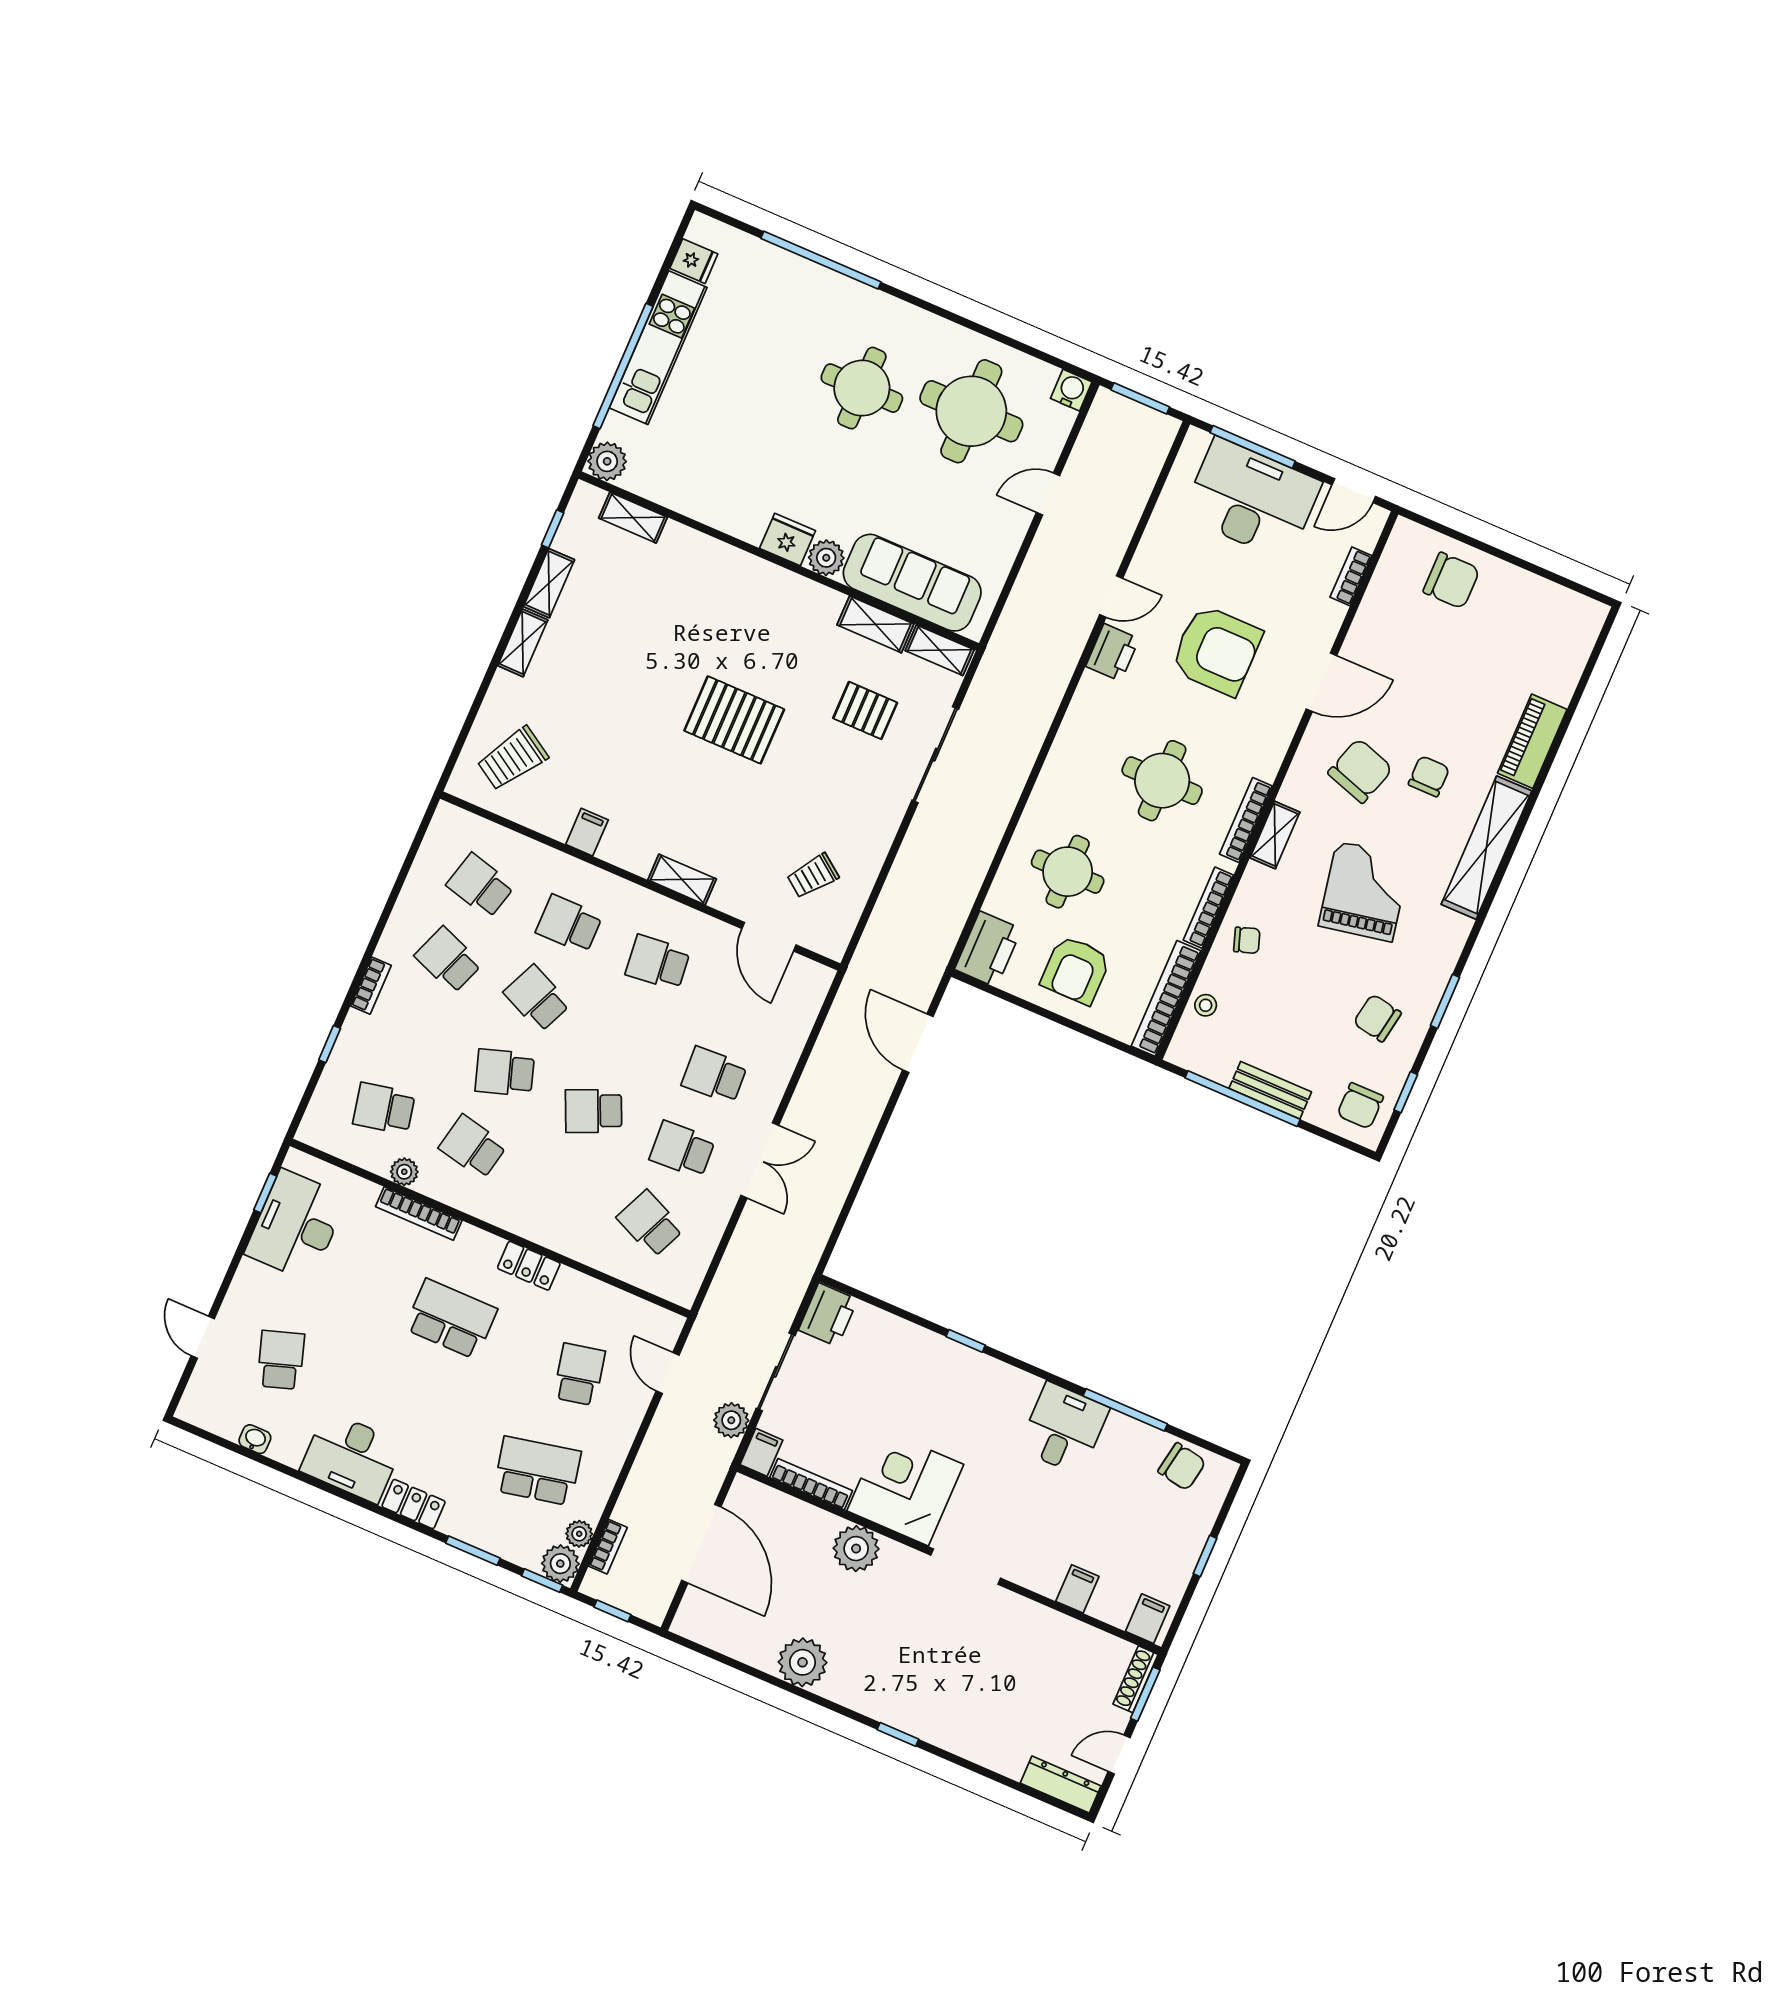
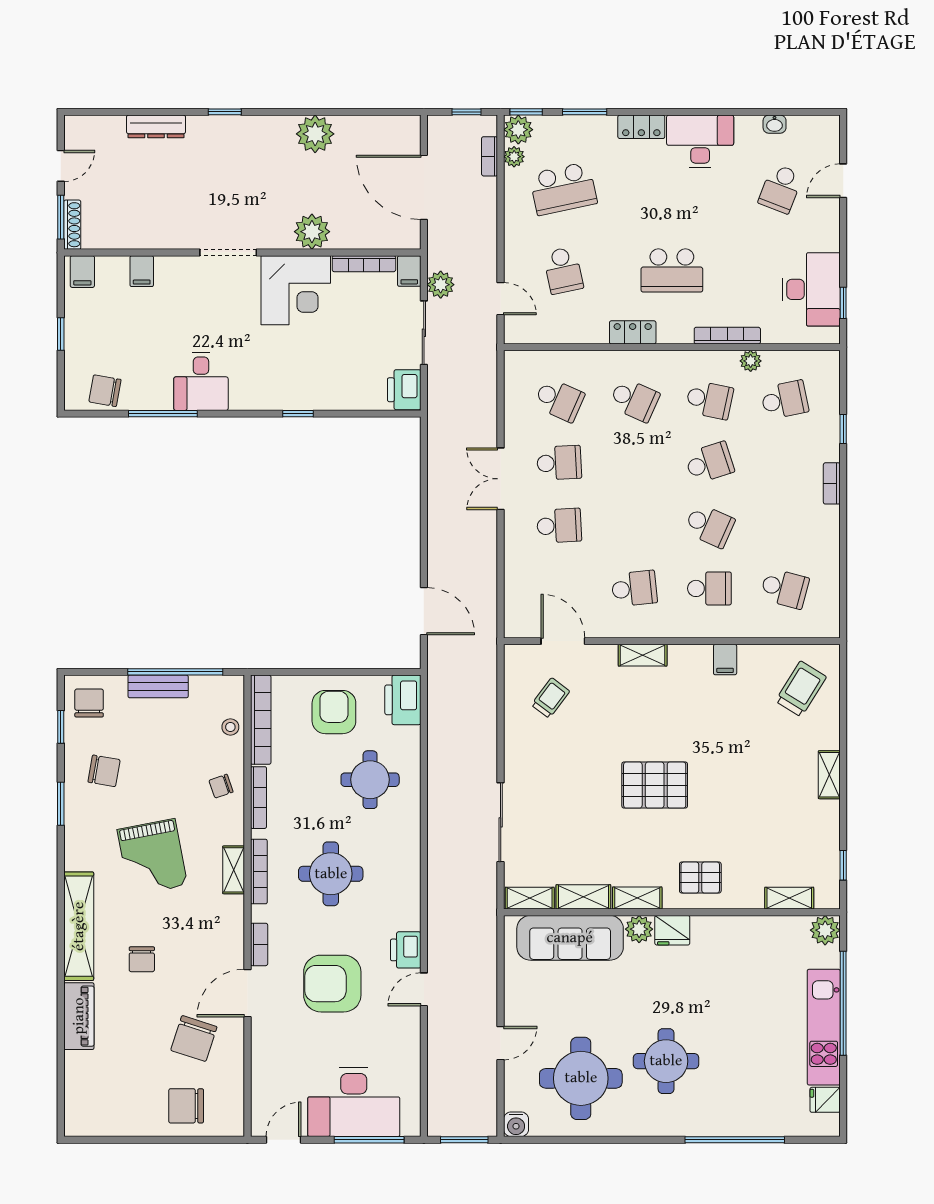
bookcase: (1351, 576) -> (259, 944), moved
shelving: (549, 583) -> (637, 898), moved, turned 90
pallet: (865, 710) -> (700, 878), moved
chair: (1360, 771) -> (194, 1038), moved
school desk: (448, 960) -> (785, 526), removed
school desk: (594, 1111) -> (634, 400), moved, turned 48
door: (203, 1337) -> (843, 181), swing flipped
school desk: (281, 1360) -> (781, 189), turned 39
dresser: (1061, 1785) -> (156, 126), moved

